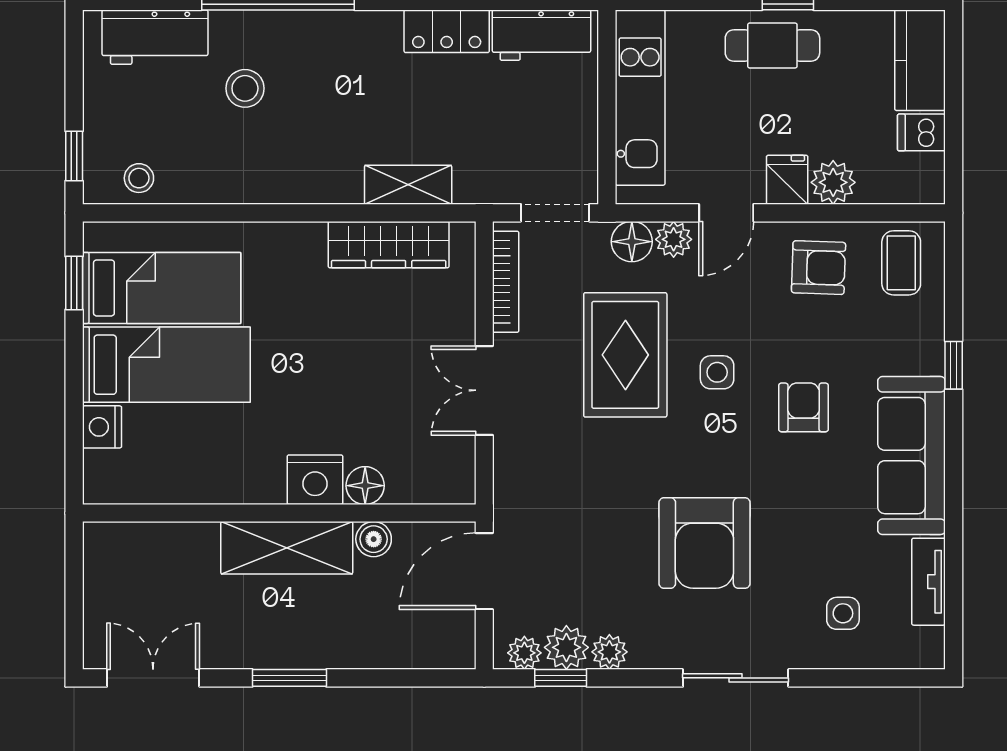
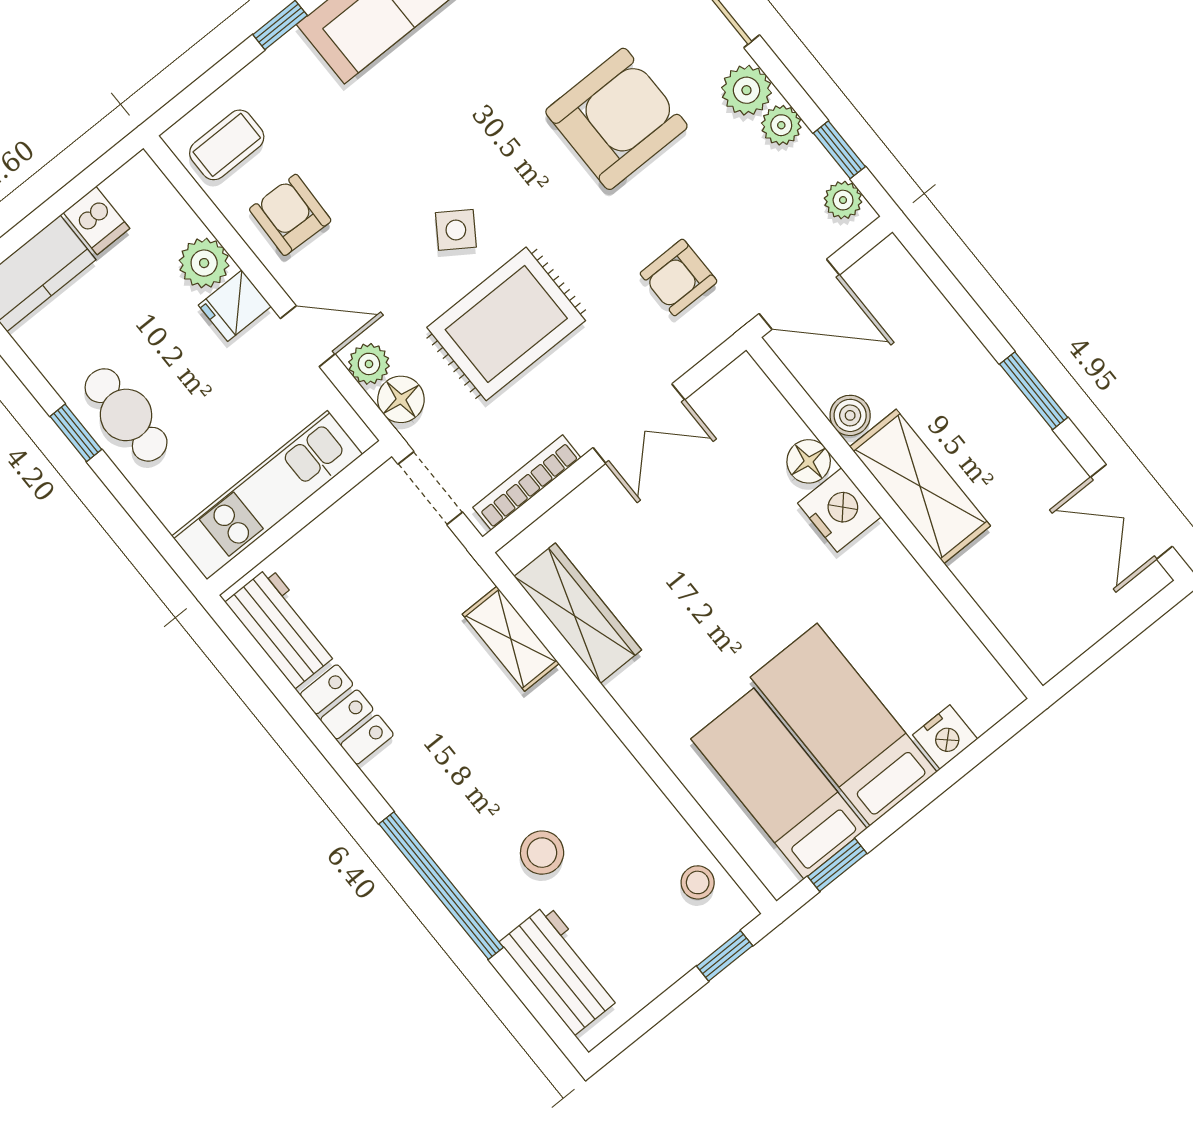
side table: (717, 372) -> (456, 230), turned 34
armchair: (804, 407) -> (679, 277), moved
plant: (566, 647) -> (746, 90), moved

